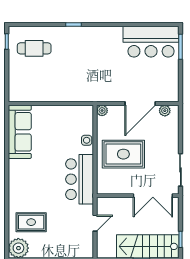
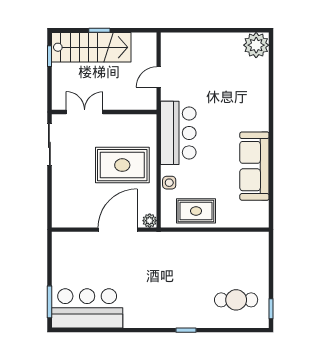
door: (140, 103) -> (118, 230), moved
plant: (165, 111) -> (70, 220), removed
sofa: (20, 132) -> (254, 166), moved
double door: (153, 196) -> (85, 112), width x0.73
rug: (31, 222) -> (196, 211), moved

